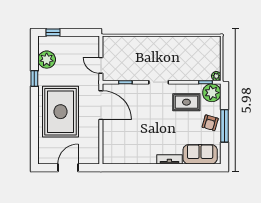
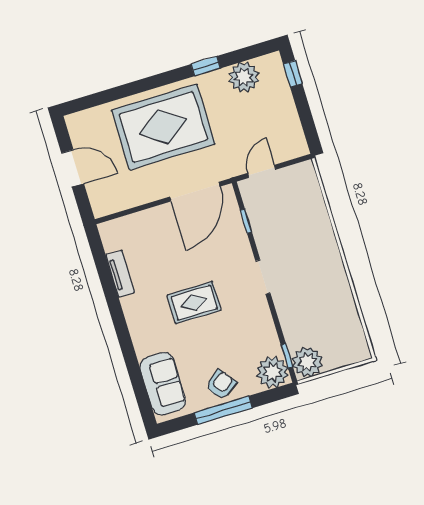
plant: (216, 76) -> (307, 362), width x1.88, depth x1.88
rug: (186, 102) -> (194, 303), moved, turned 90
armchair: (210, 123) -> (221, 385), turned 127
tv unit: (169, 159) -> (120, 274), moved

